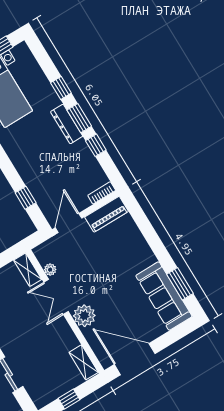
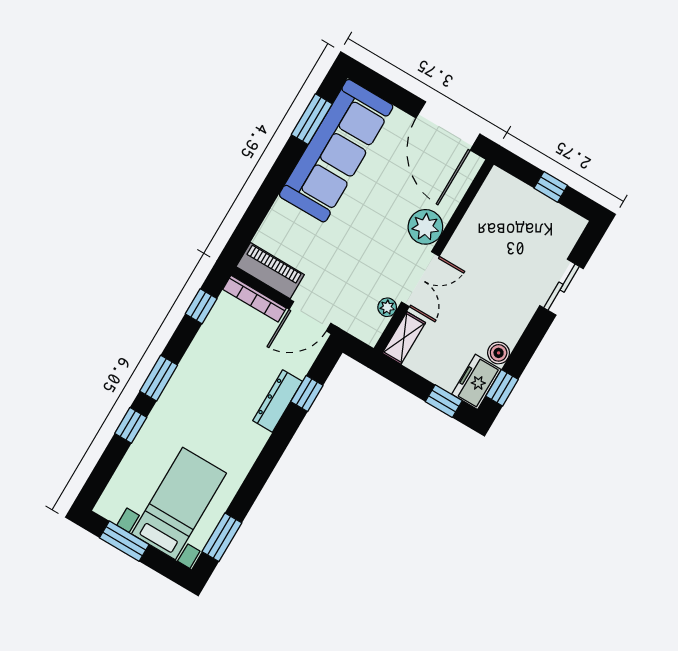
dresser: (67, 124) -> (278, 401), moved, turned 180
window: (96, 145) -> (201, 306), moved
bookcase: (102, 193) -> (254, 299), width x1.56
sofa: (164, 296) -> (336, 151), width x1.36, depth x1.27
shelving: (84, 362) -> (490, 194), removed

